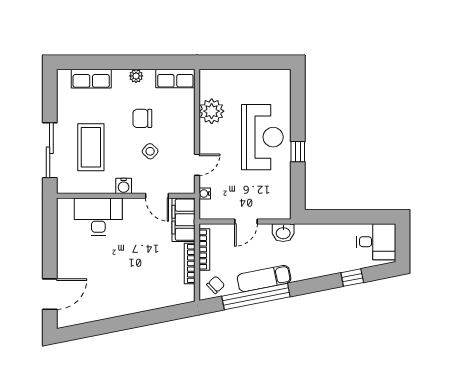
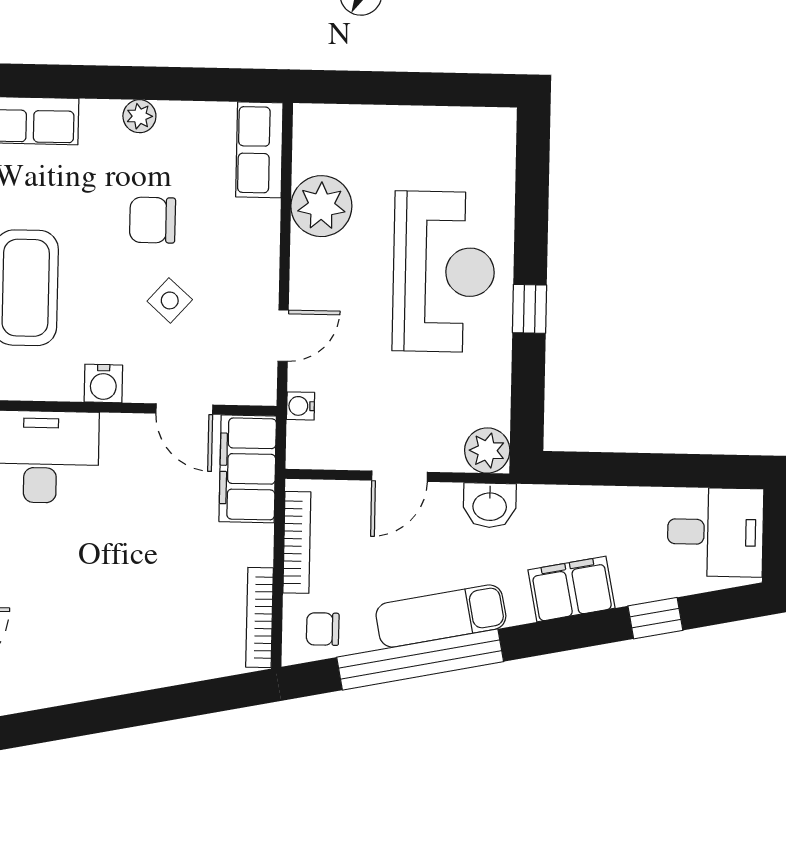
row of seats: (175, 78) -> (259, 150), moved, turned 90
plant: (282, 210) -> (487, 450), added
bookcase: (190, 264) -> (259, 618), moved
filing cabinet: (317, 266) -> (571, 589), added
chair: (216, 285) -> (323, 629), turned -137

